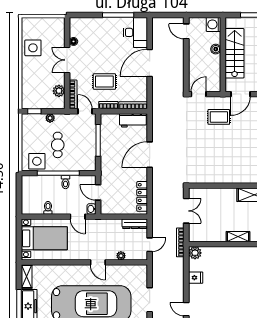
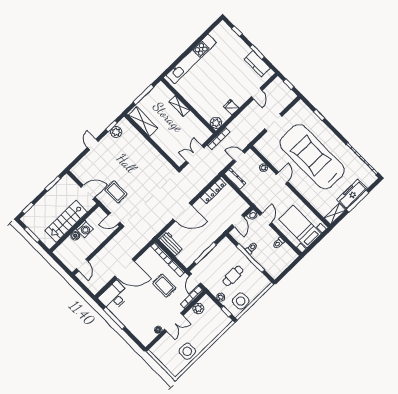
washing machine: (214, 24) -> (85, 229), moved
side table: (37, 161) -> (241, 301), moved

